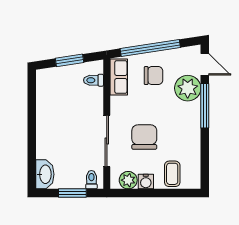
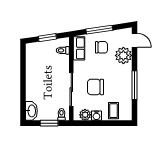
window: (150, 48) -> (99, 30), width x0.68
window: (205, 106) -> (134, 85), moved
chair: (144, 137) -> (95, 87), turned -90

